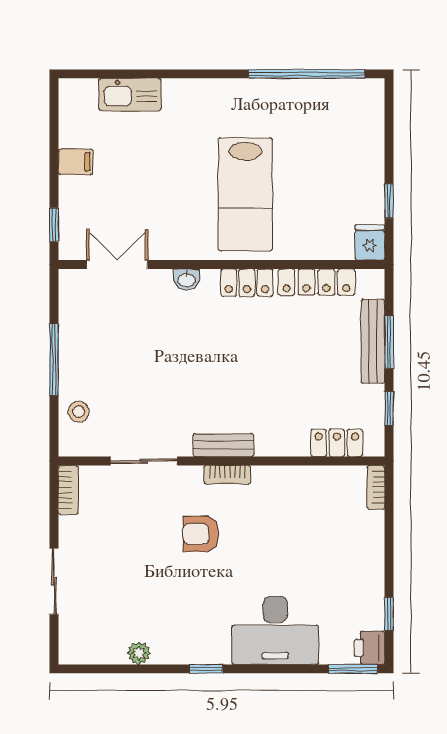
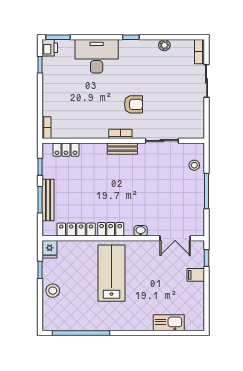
stool: (363, 159) -> (53, 291), added
filing cabinet: (76, 162) -> (196, 275), moved
bookcase: (68, 490) -> (199, 52), moved

